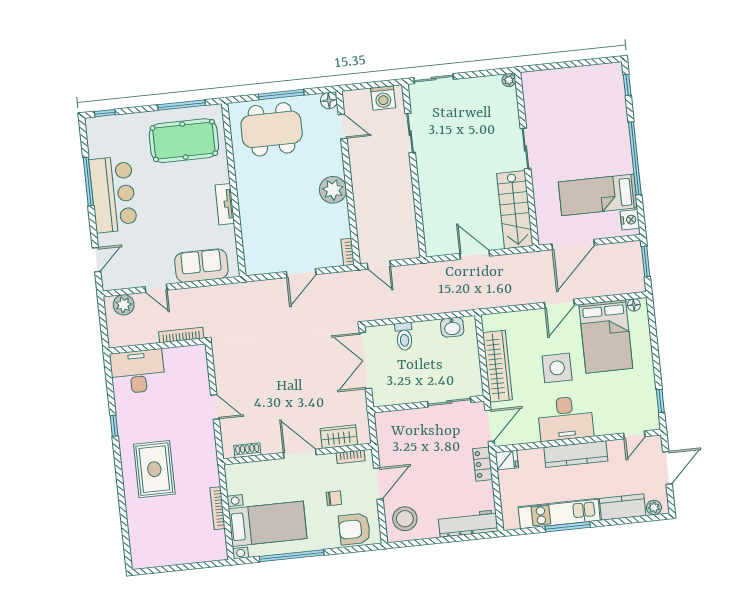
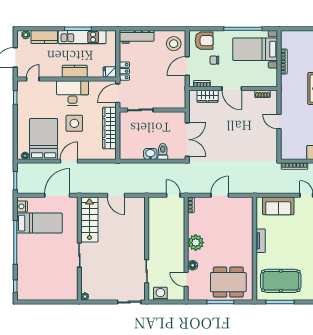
floor lamp: (329, 101) -> (193, 265), moved
washbasin: (452, 327) -> (150, 154), moved
kitchen counter: (576, 454) -> (75, 71), width x0.67

